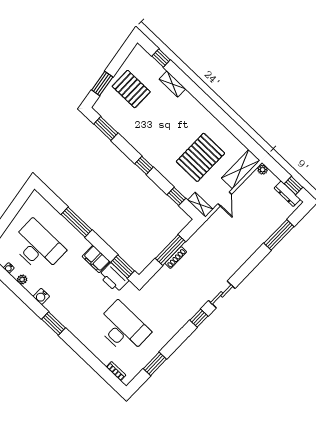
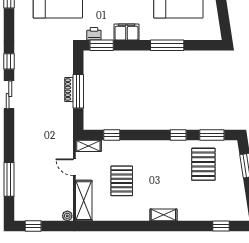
shelving: (172, 84) -> (163, 215), moved
pallet: (131, 89) -> (203, 164), moved, turned 90
pallet: (200, 157) -> (122, 181), width x0.73, depth x0.71
window: (144, 165) -> (178, 135), moved
dresser: (287, 194) -> (32, 216), removed
printer: (114, 278) -> (94, 34), width x0.53, depth x0.68

